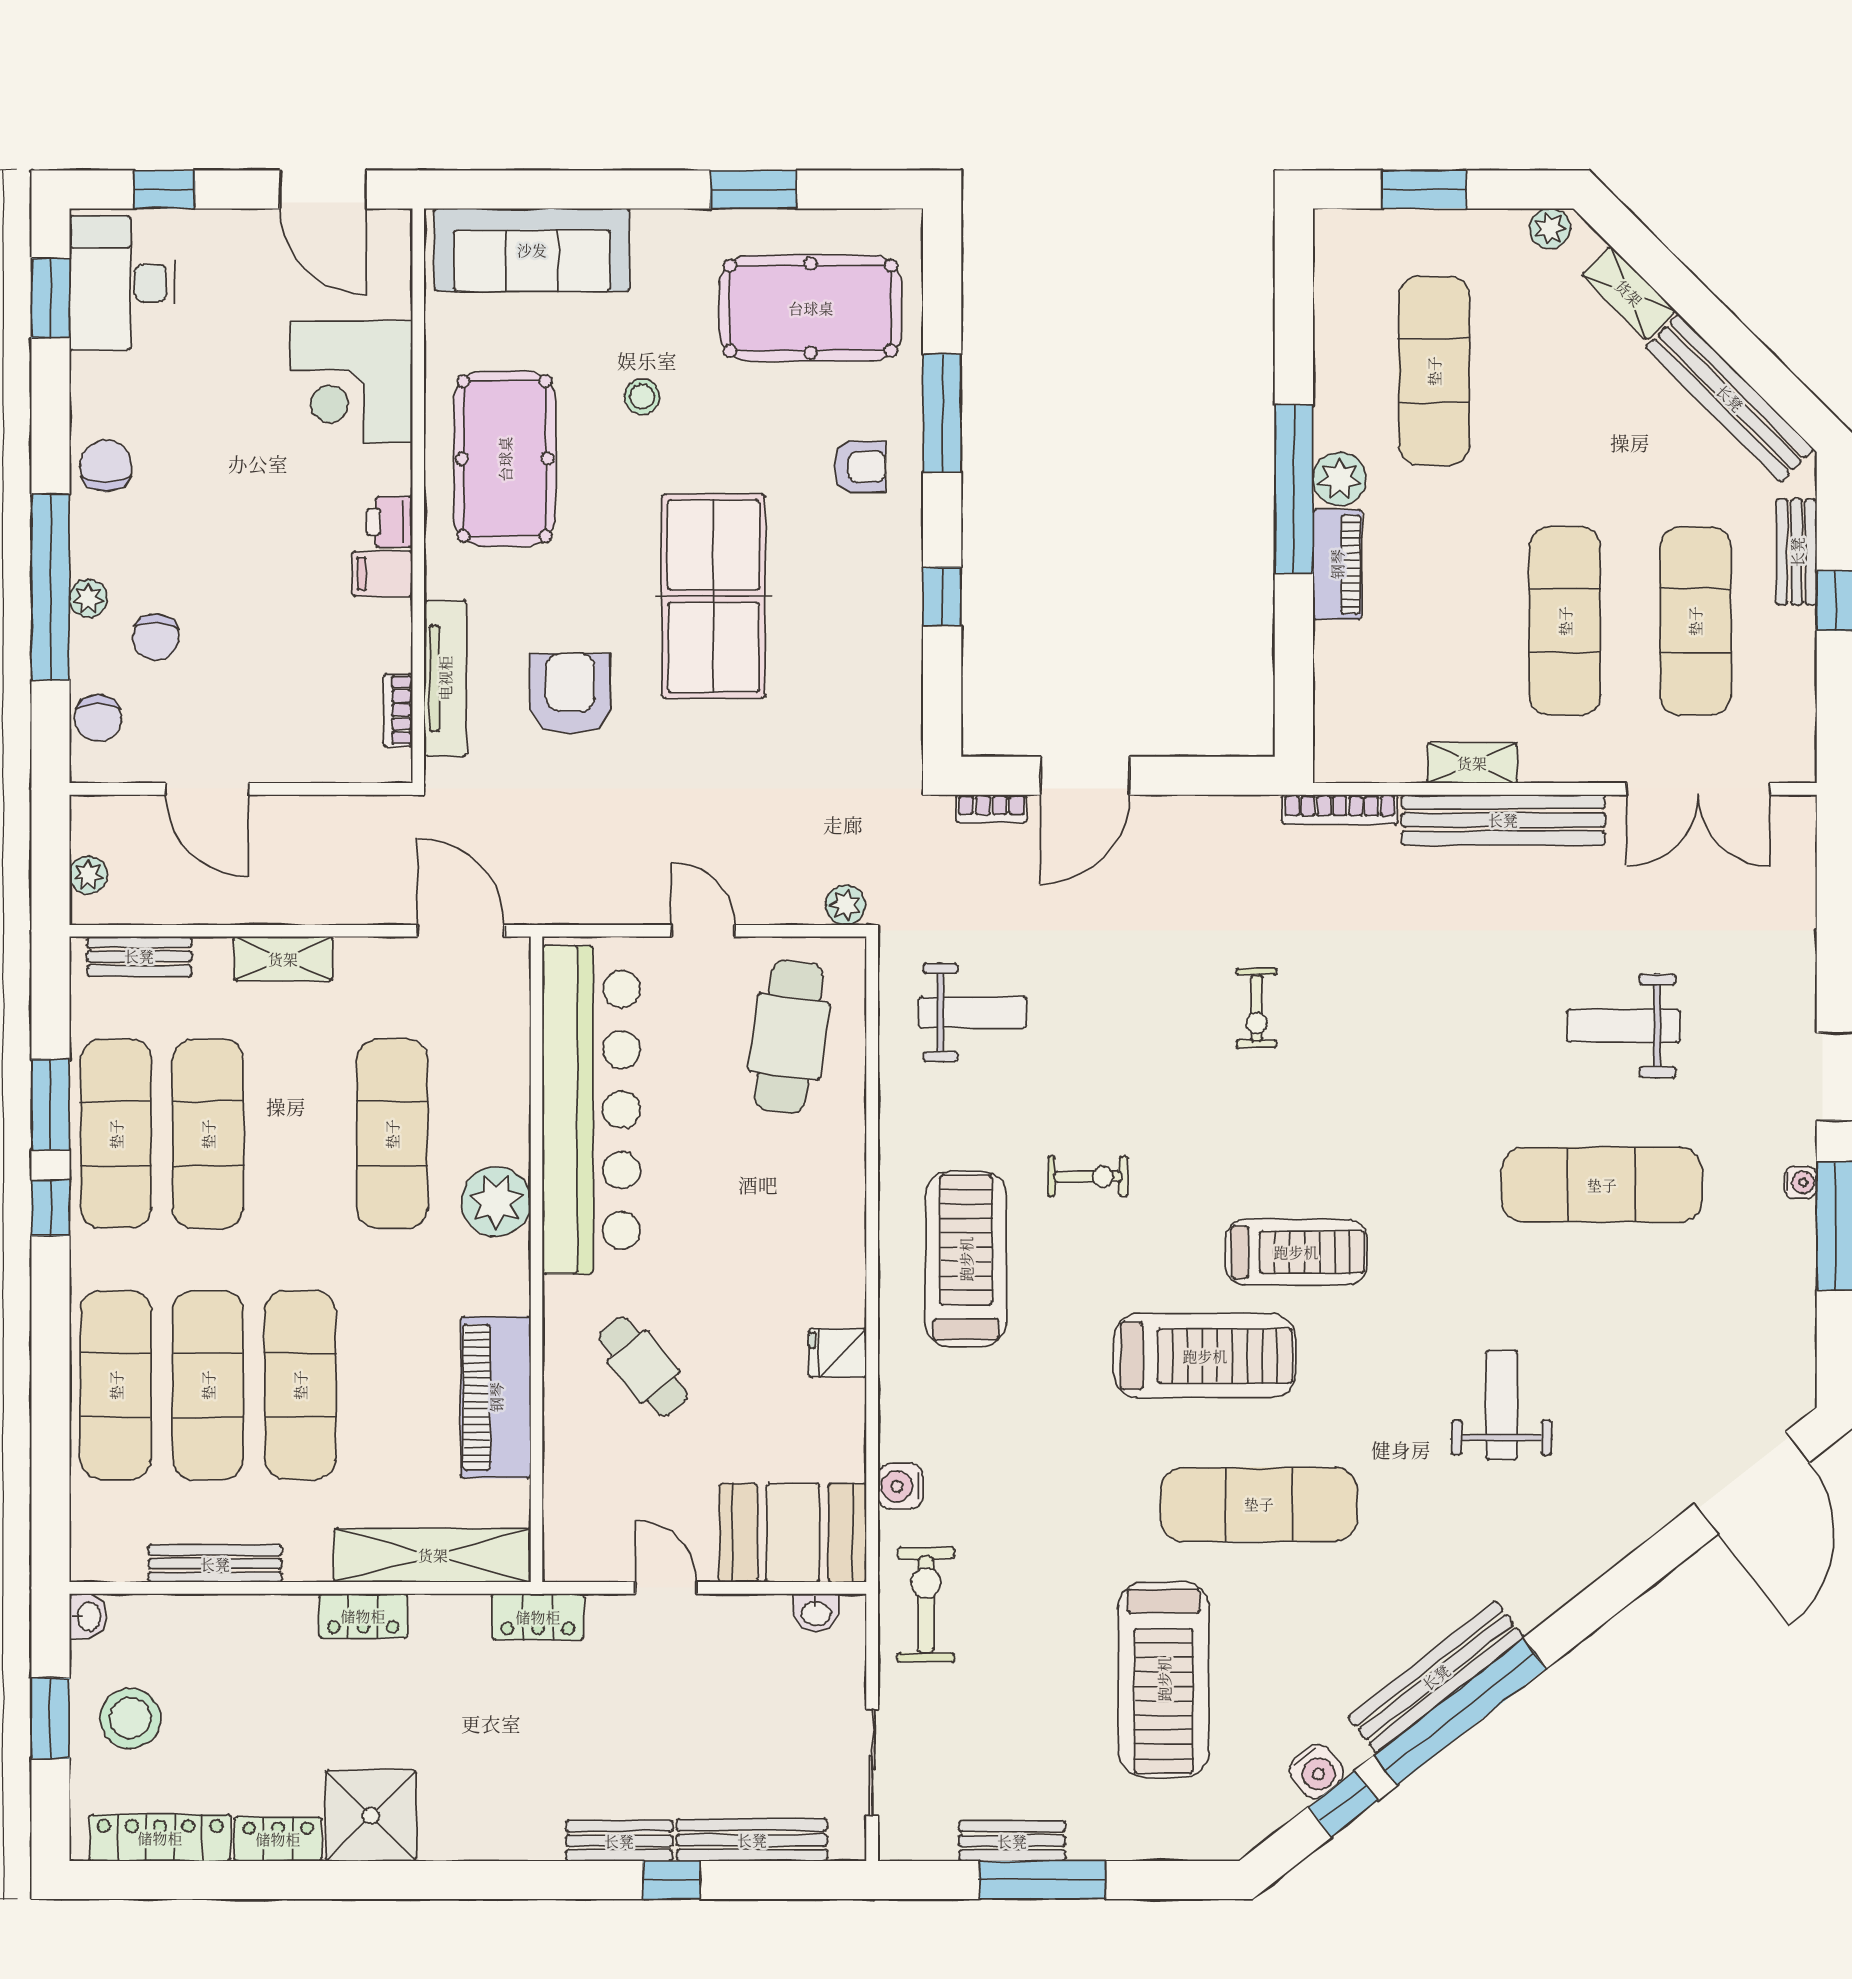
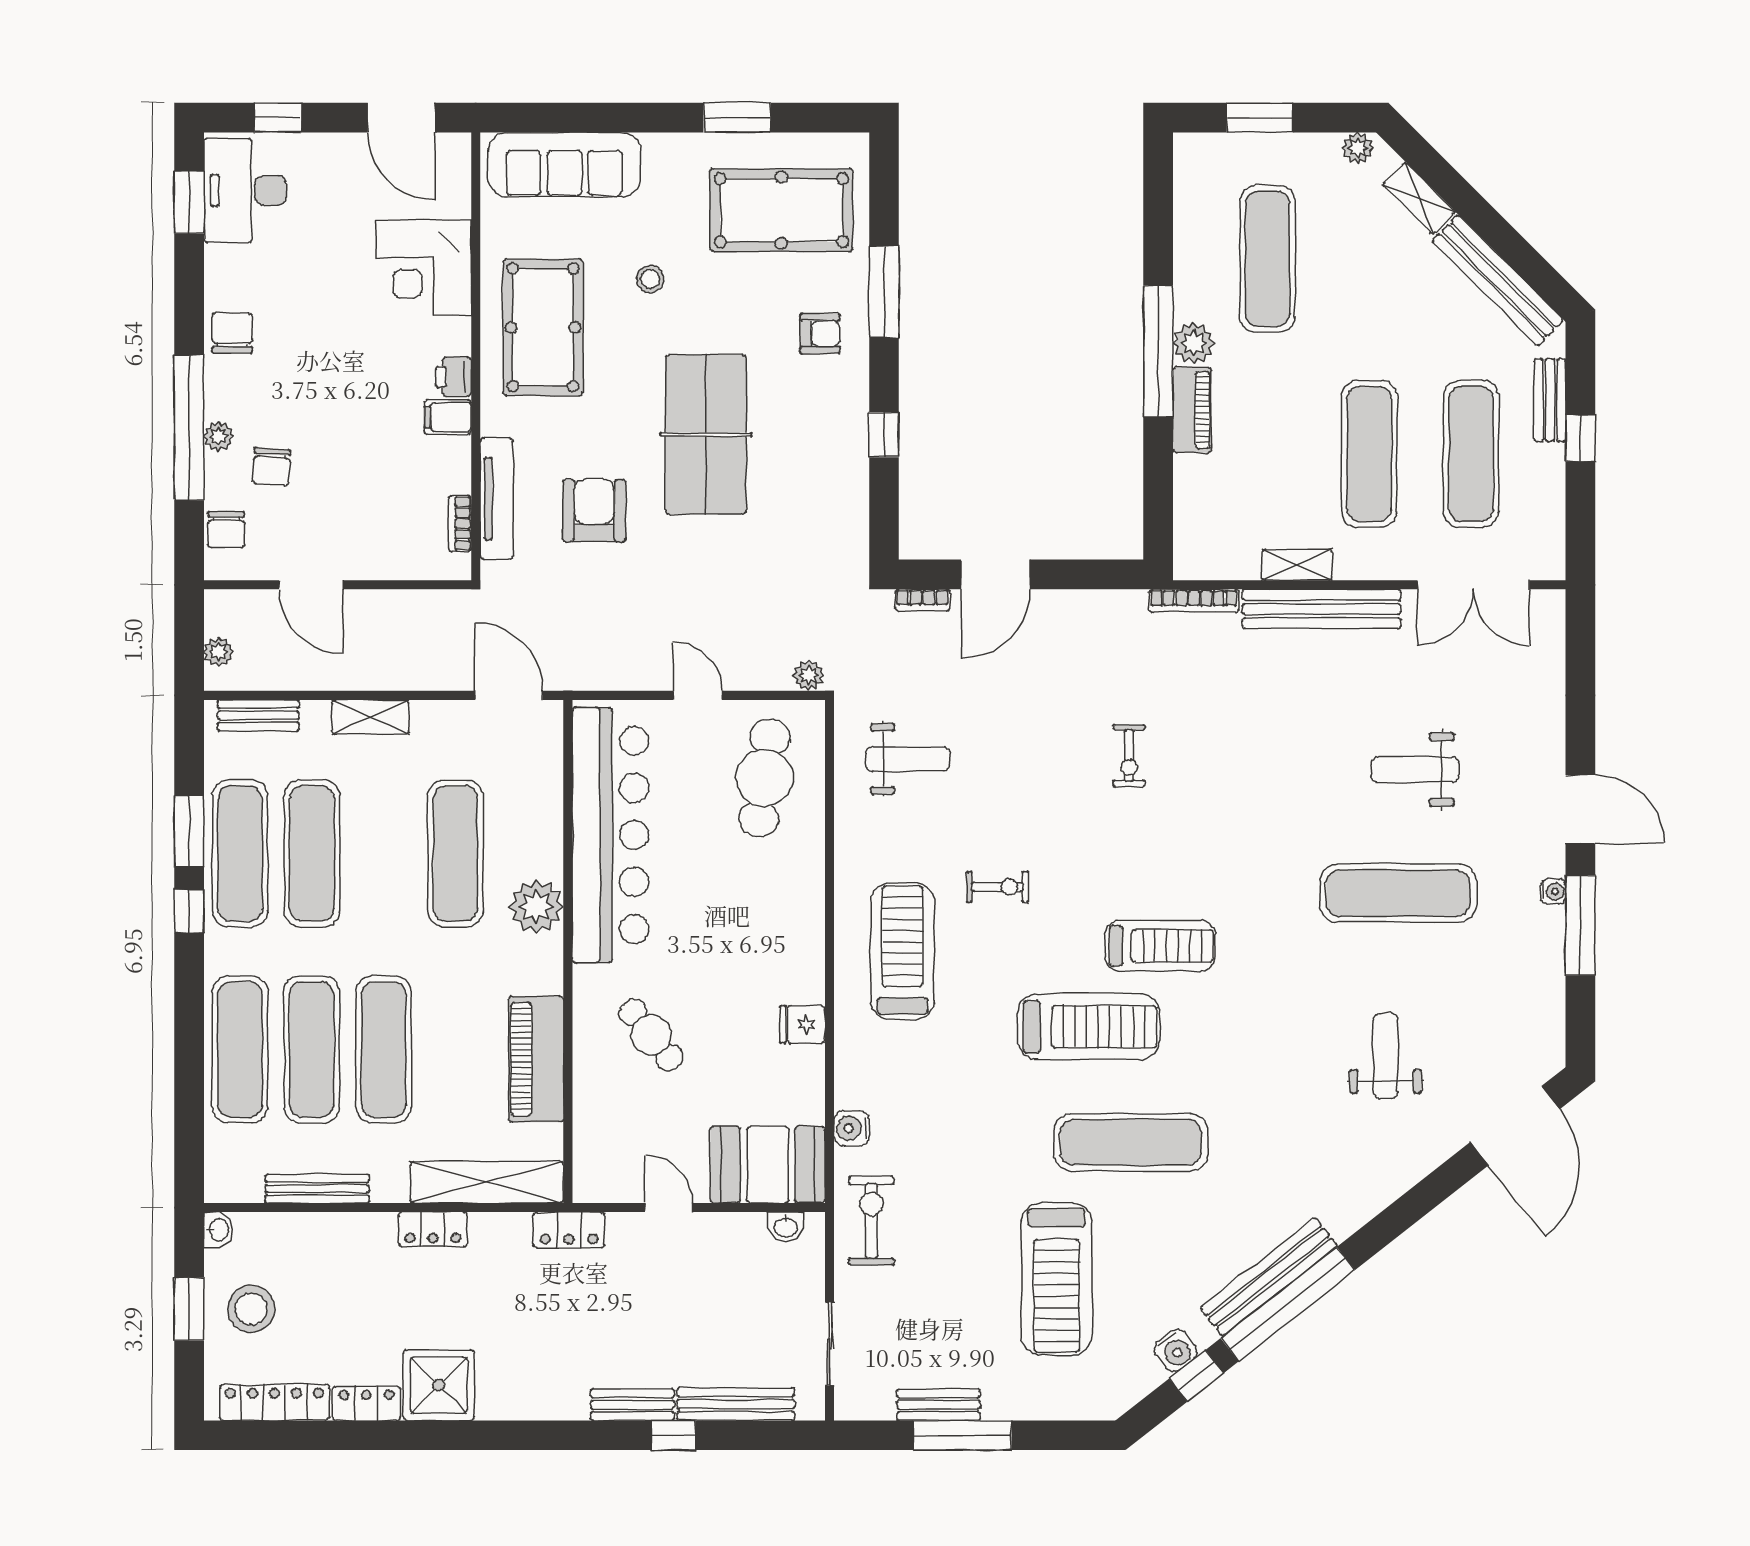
weight bench: (1502, 1405) -> (1385, 1056), moved

